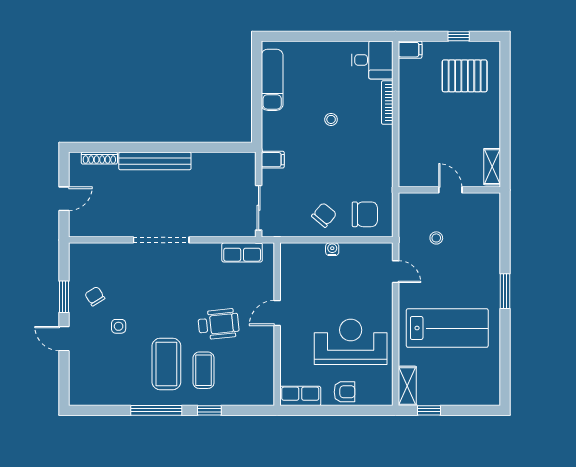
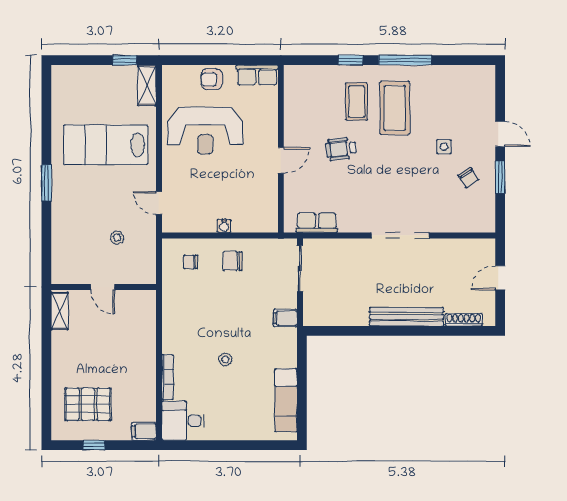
chair: (365, 214) -> (191, 262), width x0.54, depth x0.54
chair: (324, 215) -> (233, 261), turned 50
wheelchair: (219, 324) -> (341, 149), width x0.73, depth x0.73

